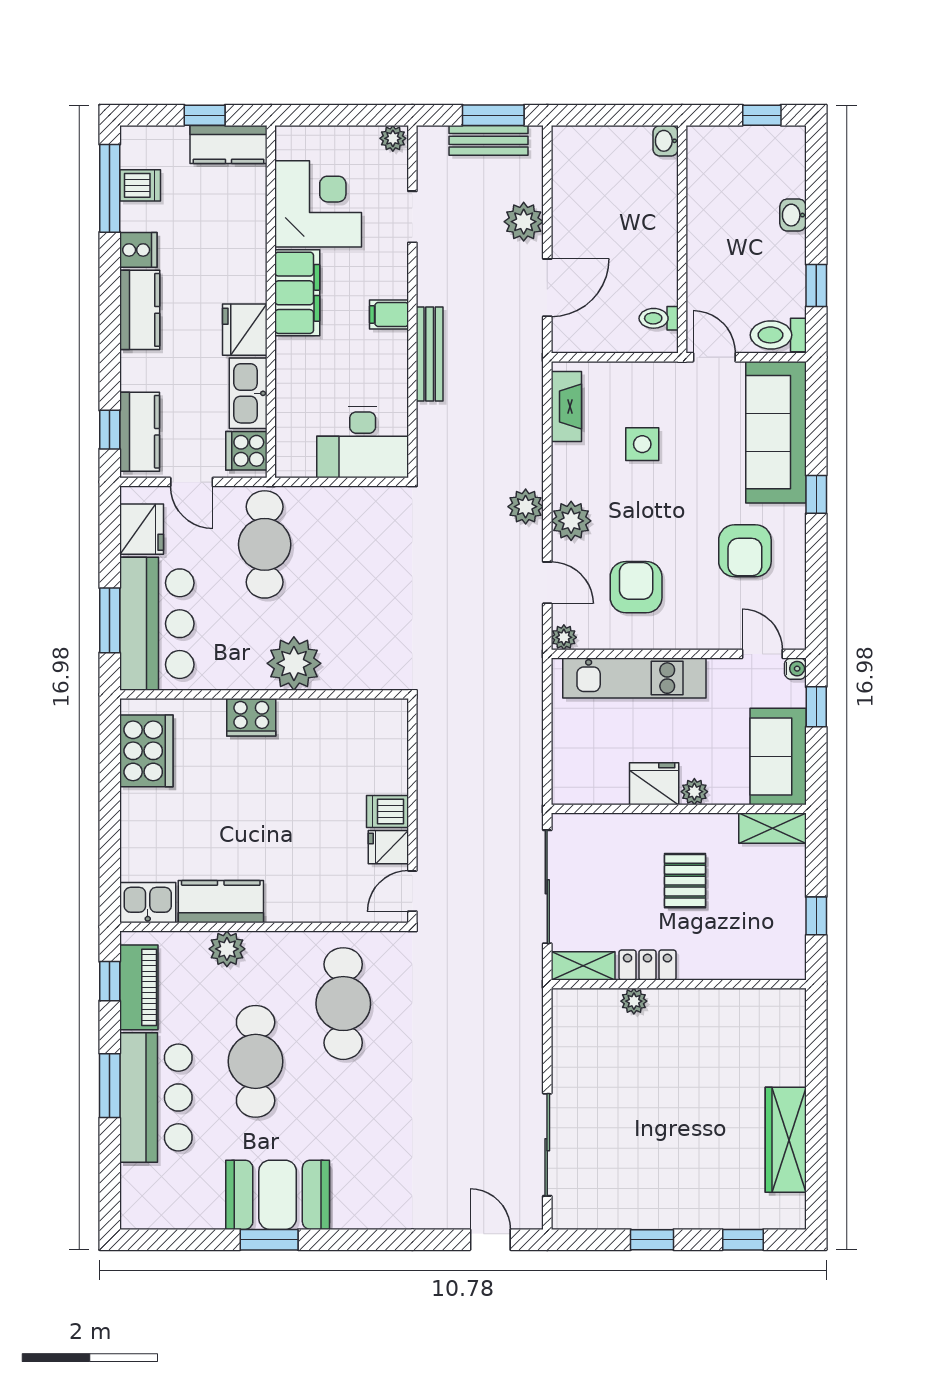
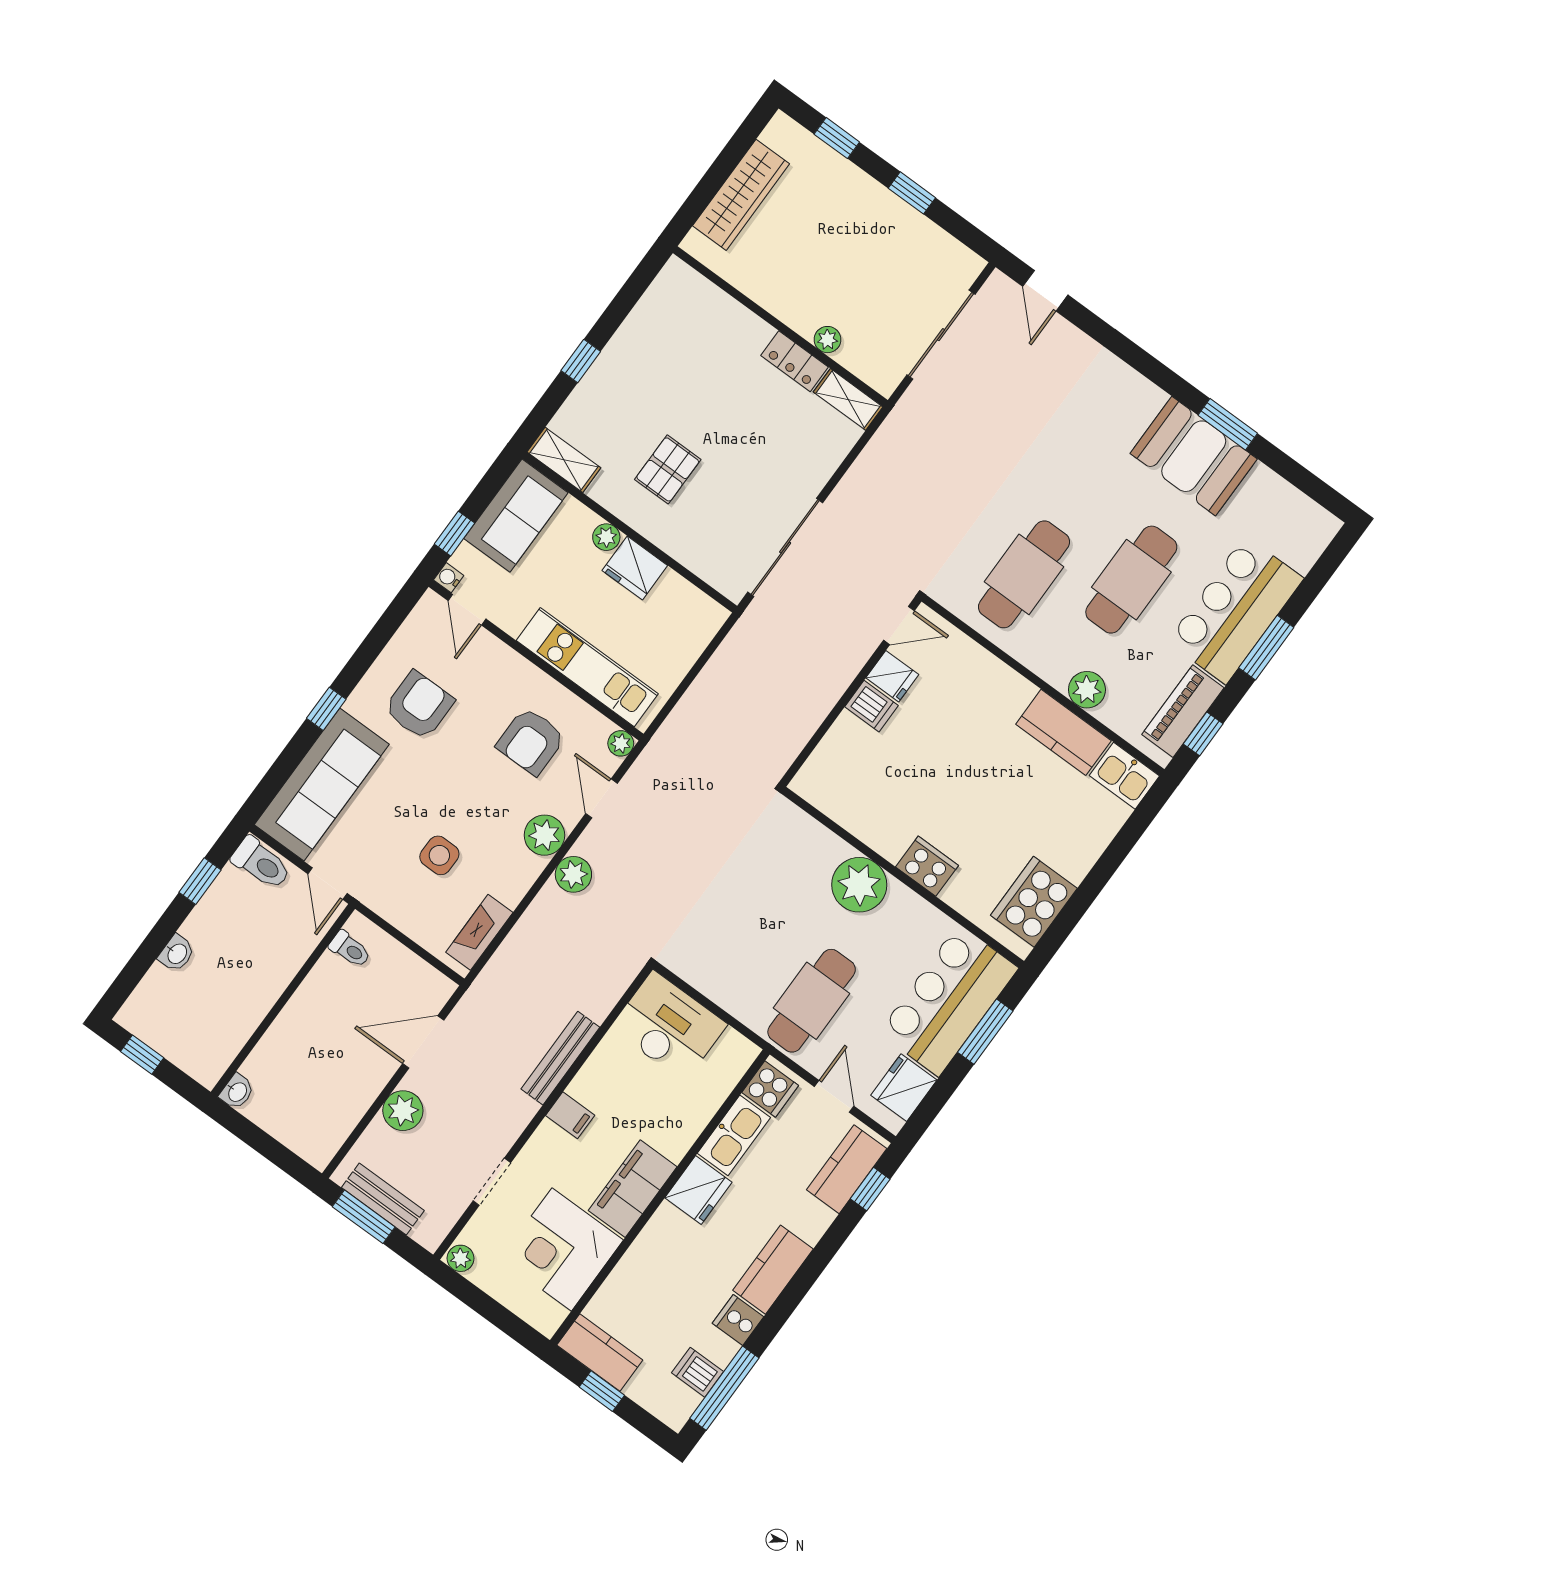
locker: (647, 965) -> (794, 361), moved
shelving: (583, 966) -> (848, 399), moved
wall: (679, 984) -> (780, 327), moved
plant: (634, 1001) -> (827, 340), moved

